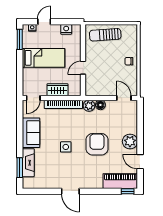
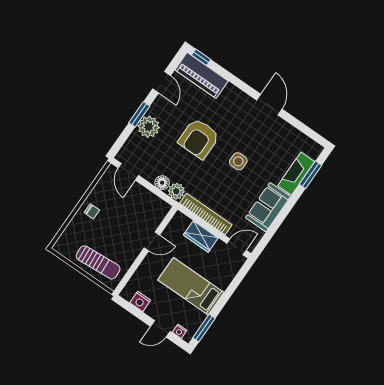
window: (140, 135) -> (139, 114), added
plant: (130, 142) -> (149, 127), moved

